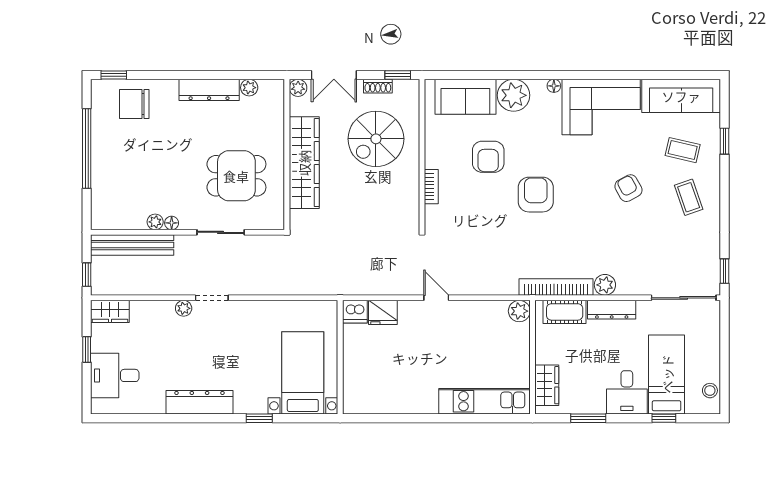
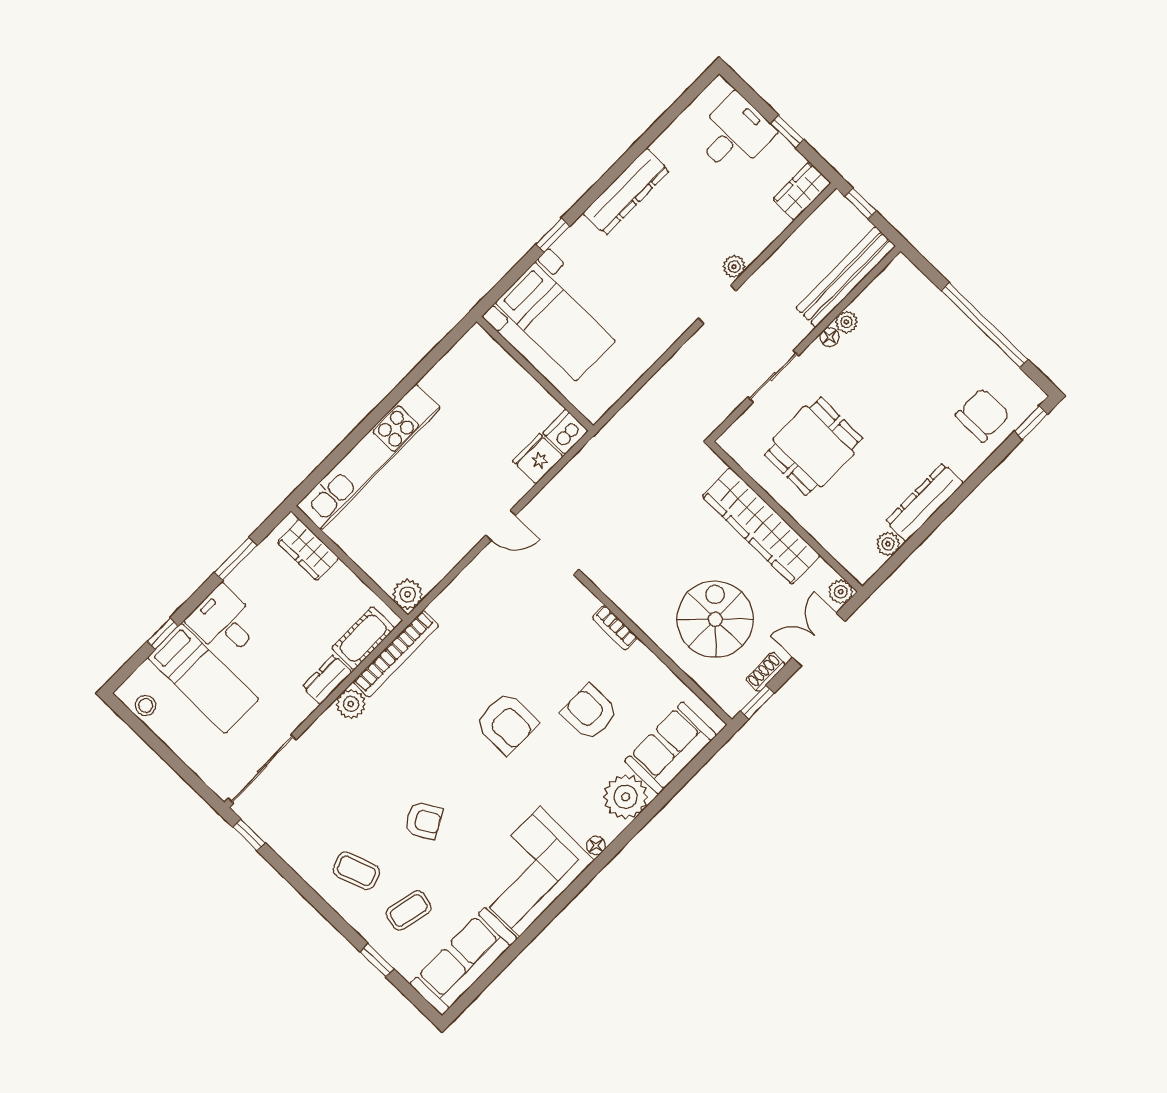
dresser: (612, 310) -> (327, 680), width x0.70
kitchen unit: (484, 401) -> (368, 457), width x1.36

